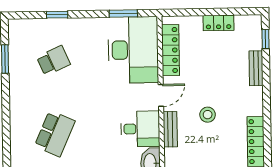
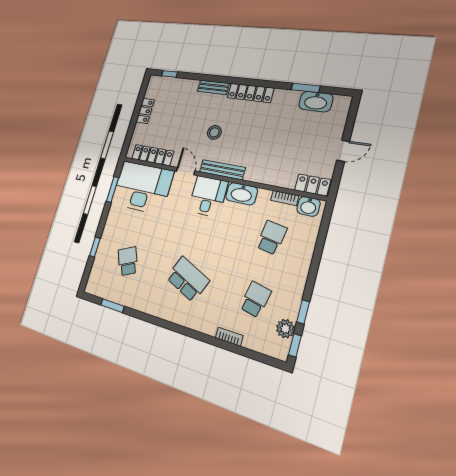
bench: (256, 68) -> (213, 87), moved
bench: (170, 129) -> (222, 170), width x1.36

